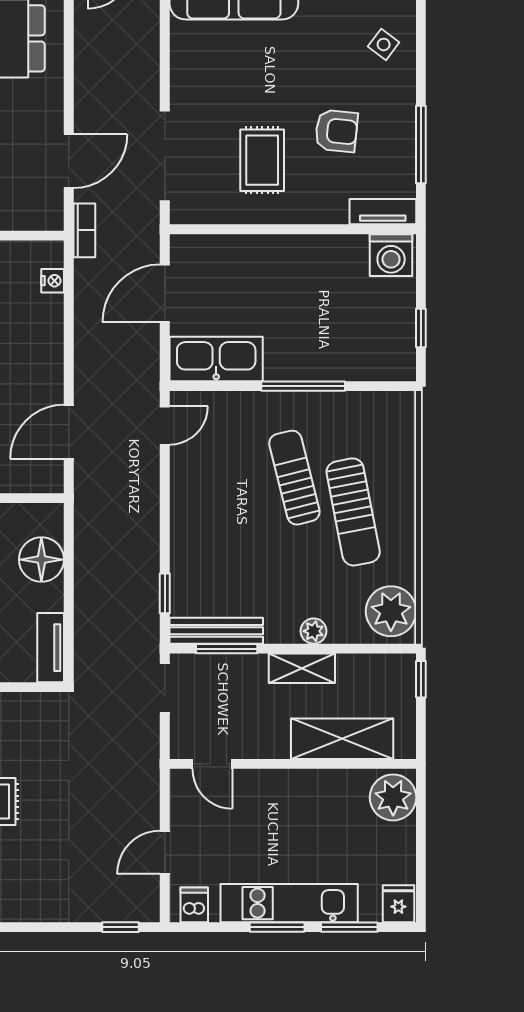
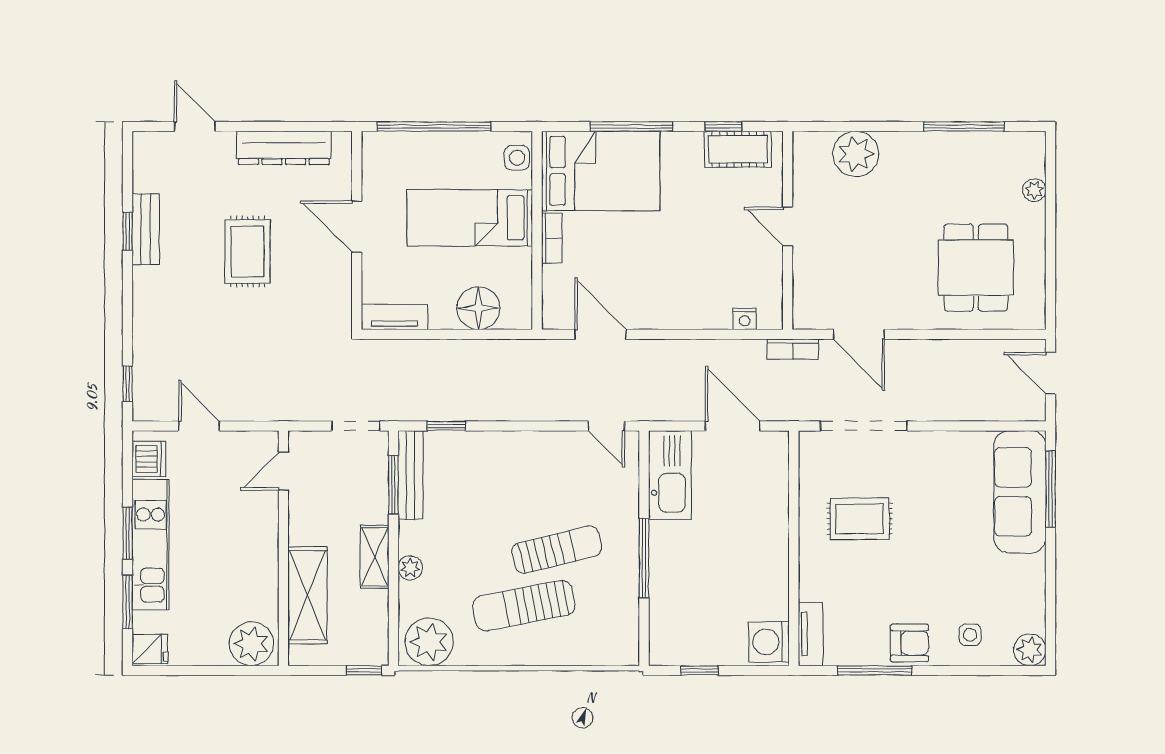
side table: (384, 44) -> (970, 635), turned -37
armchair: (336, 131) -> (909, 643), moved, turned -96
dishwasher: (194, 905) -> (149, 459), width x1.38

